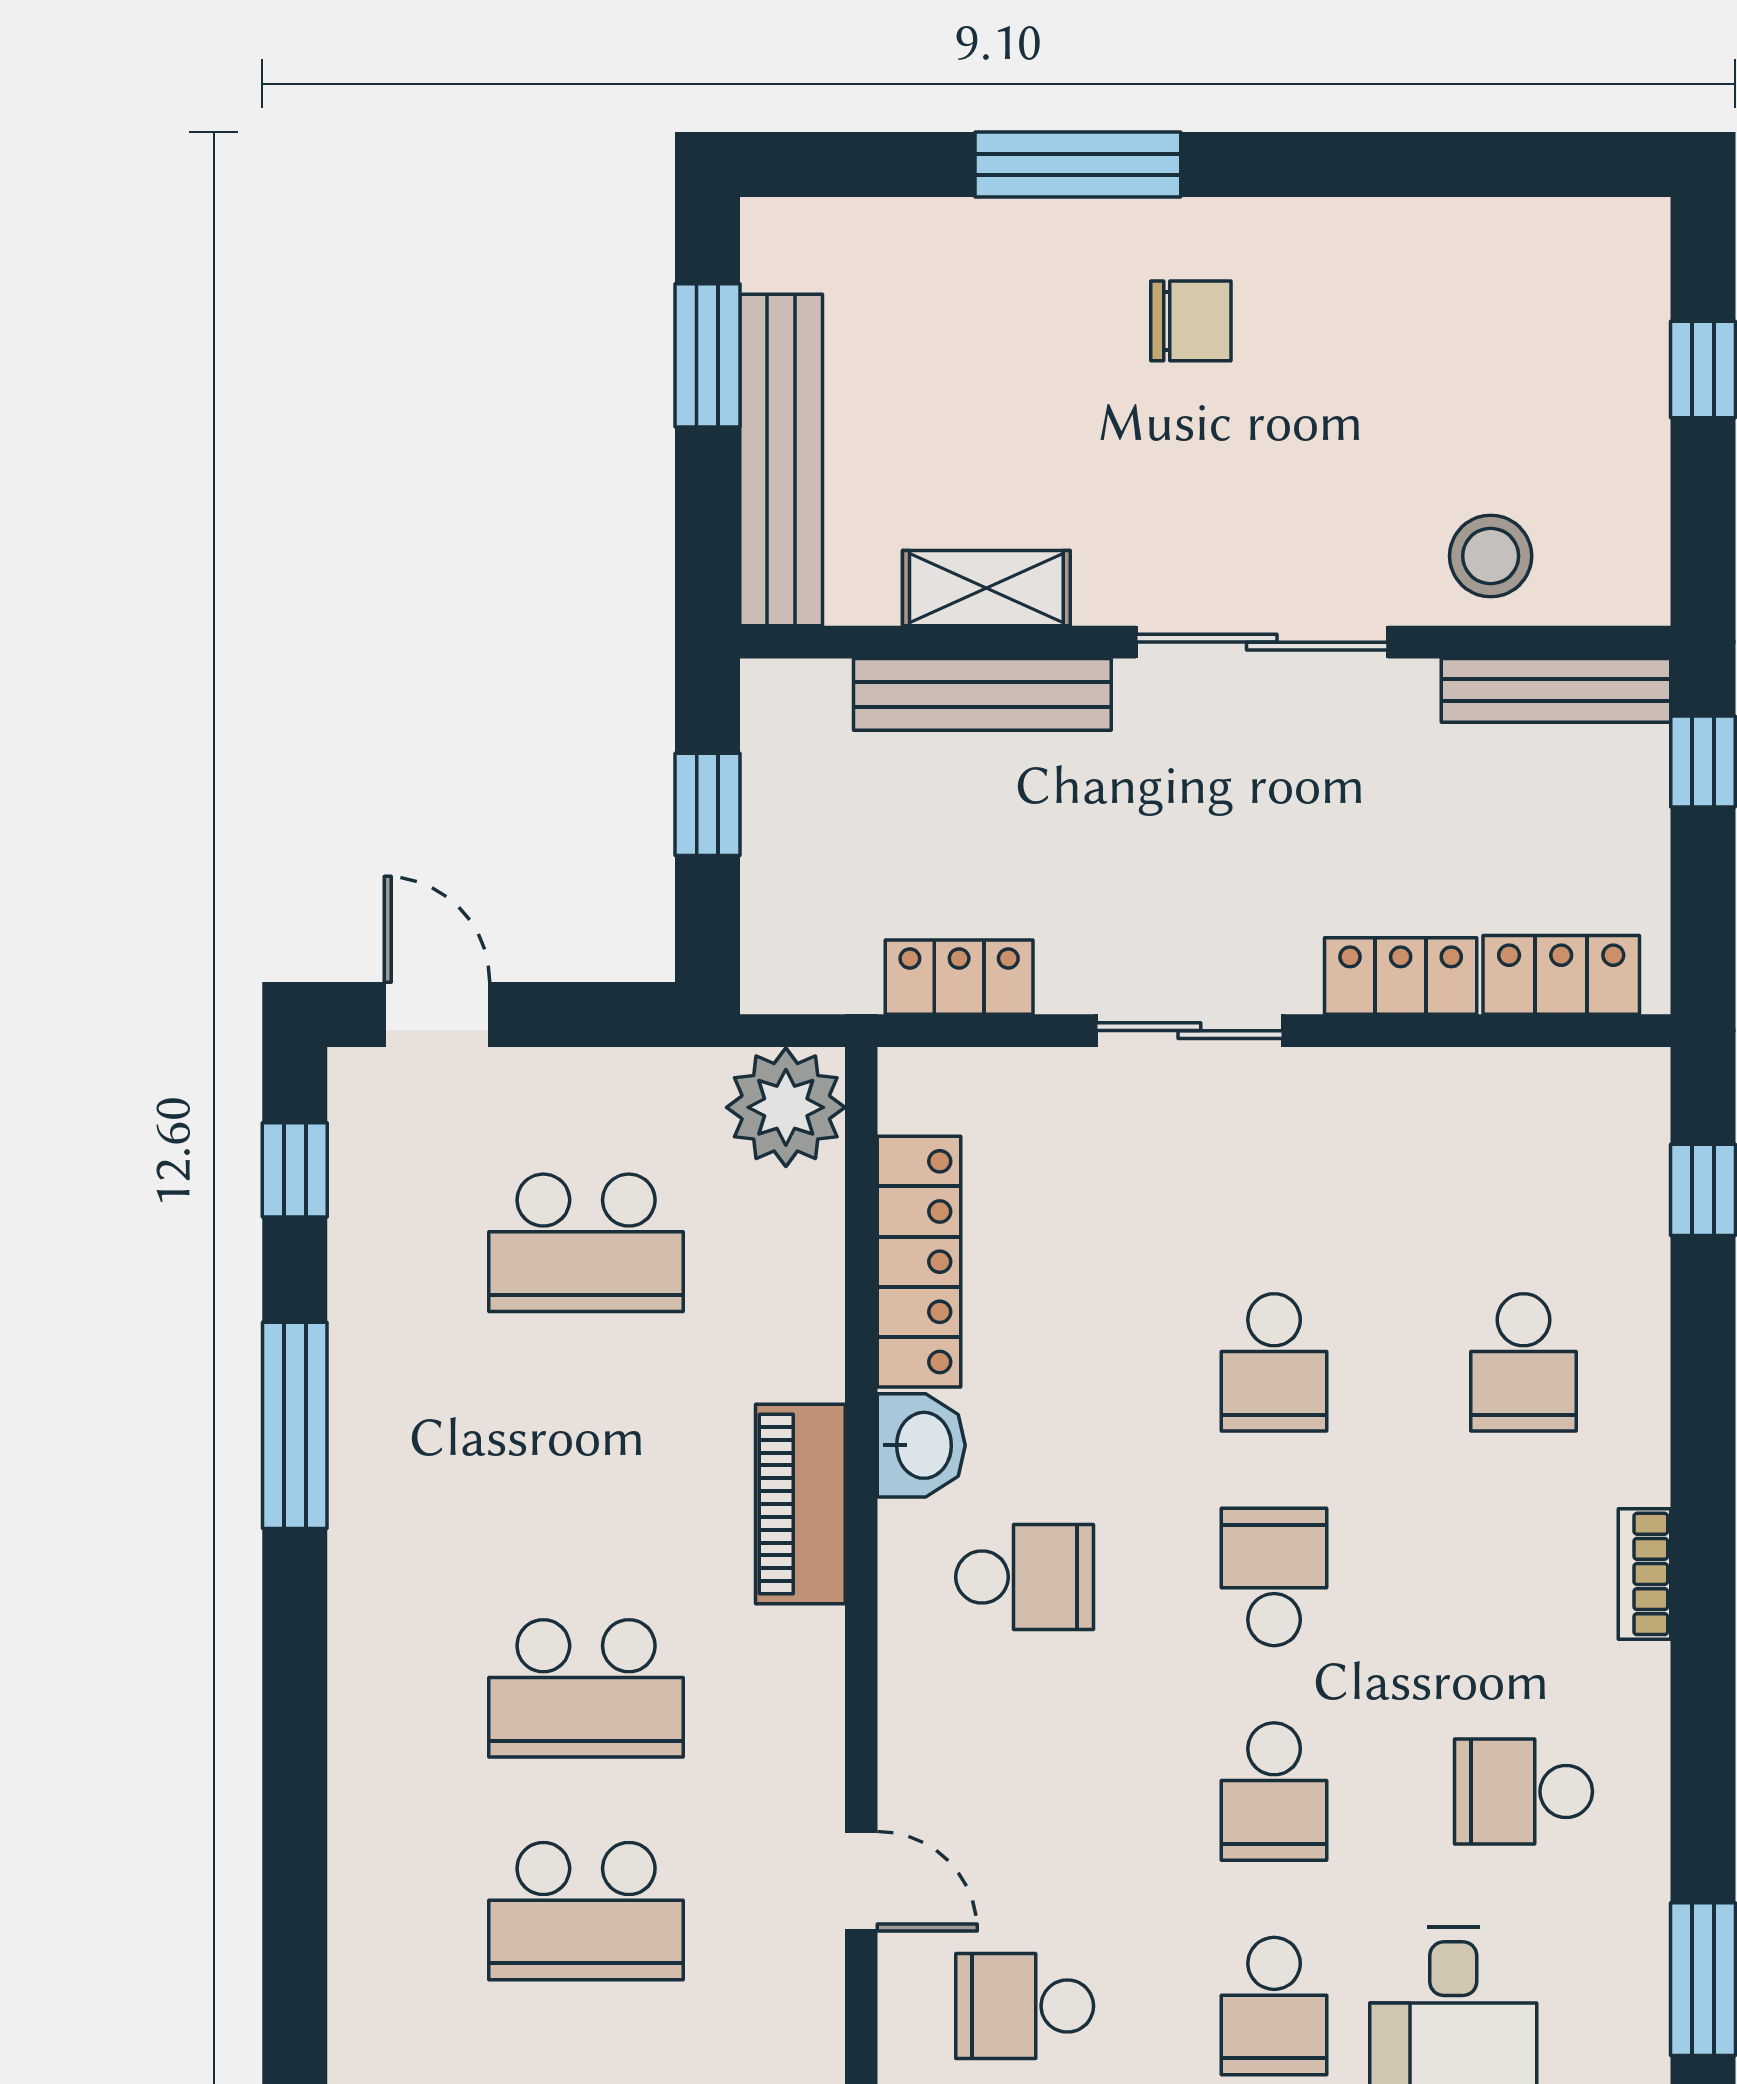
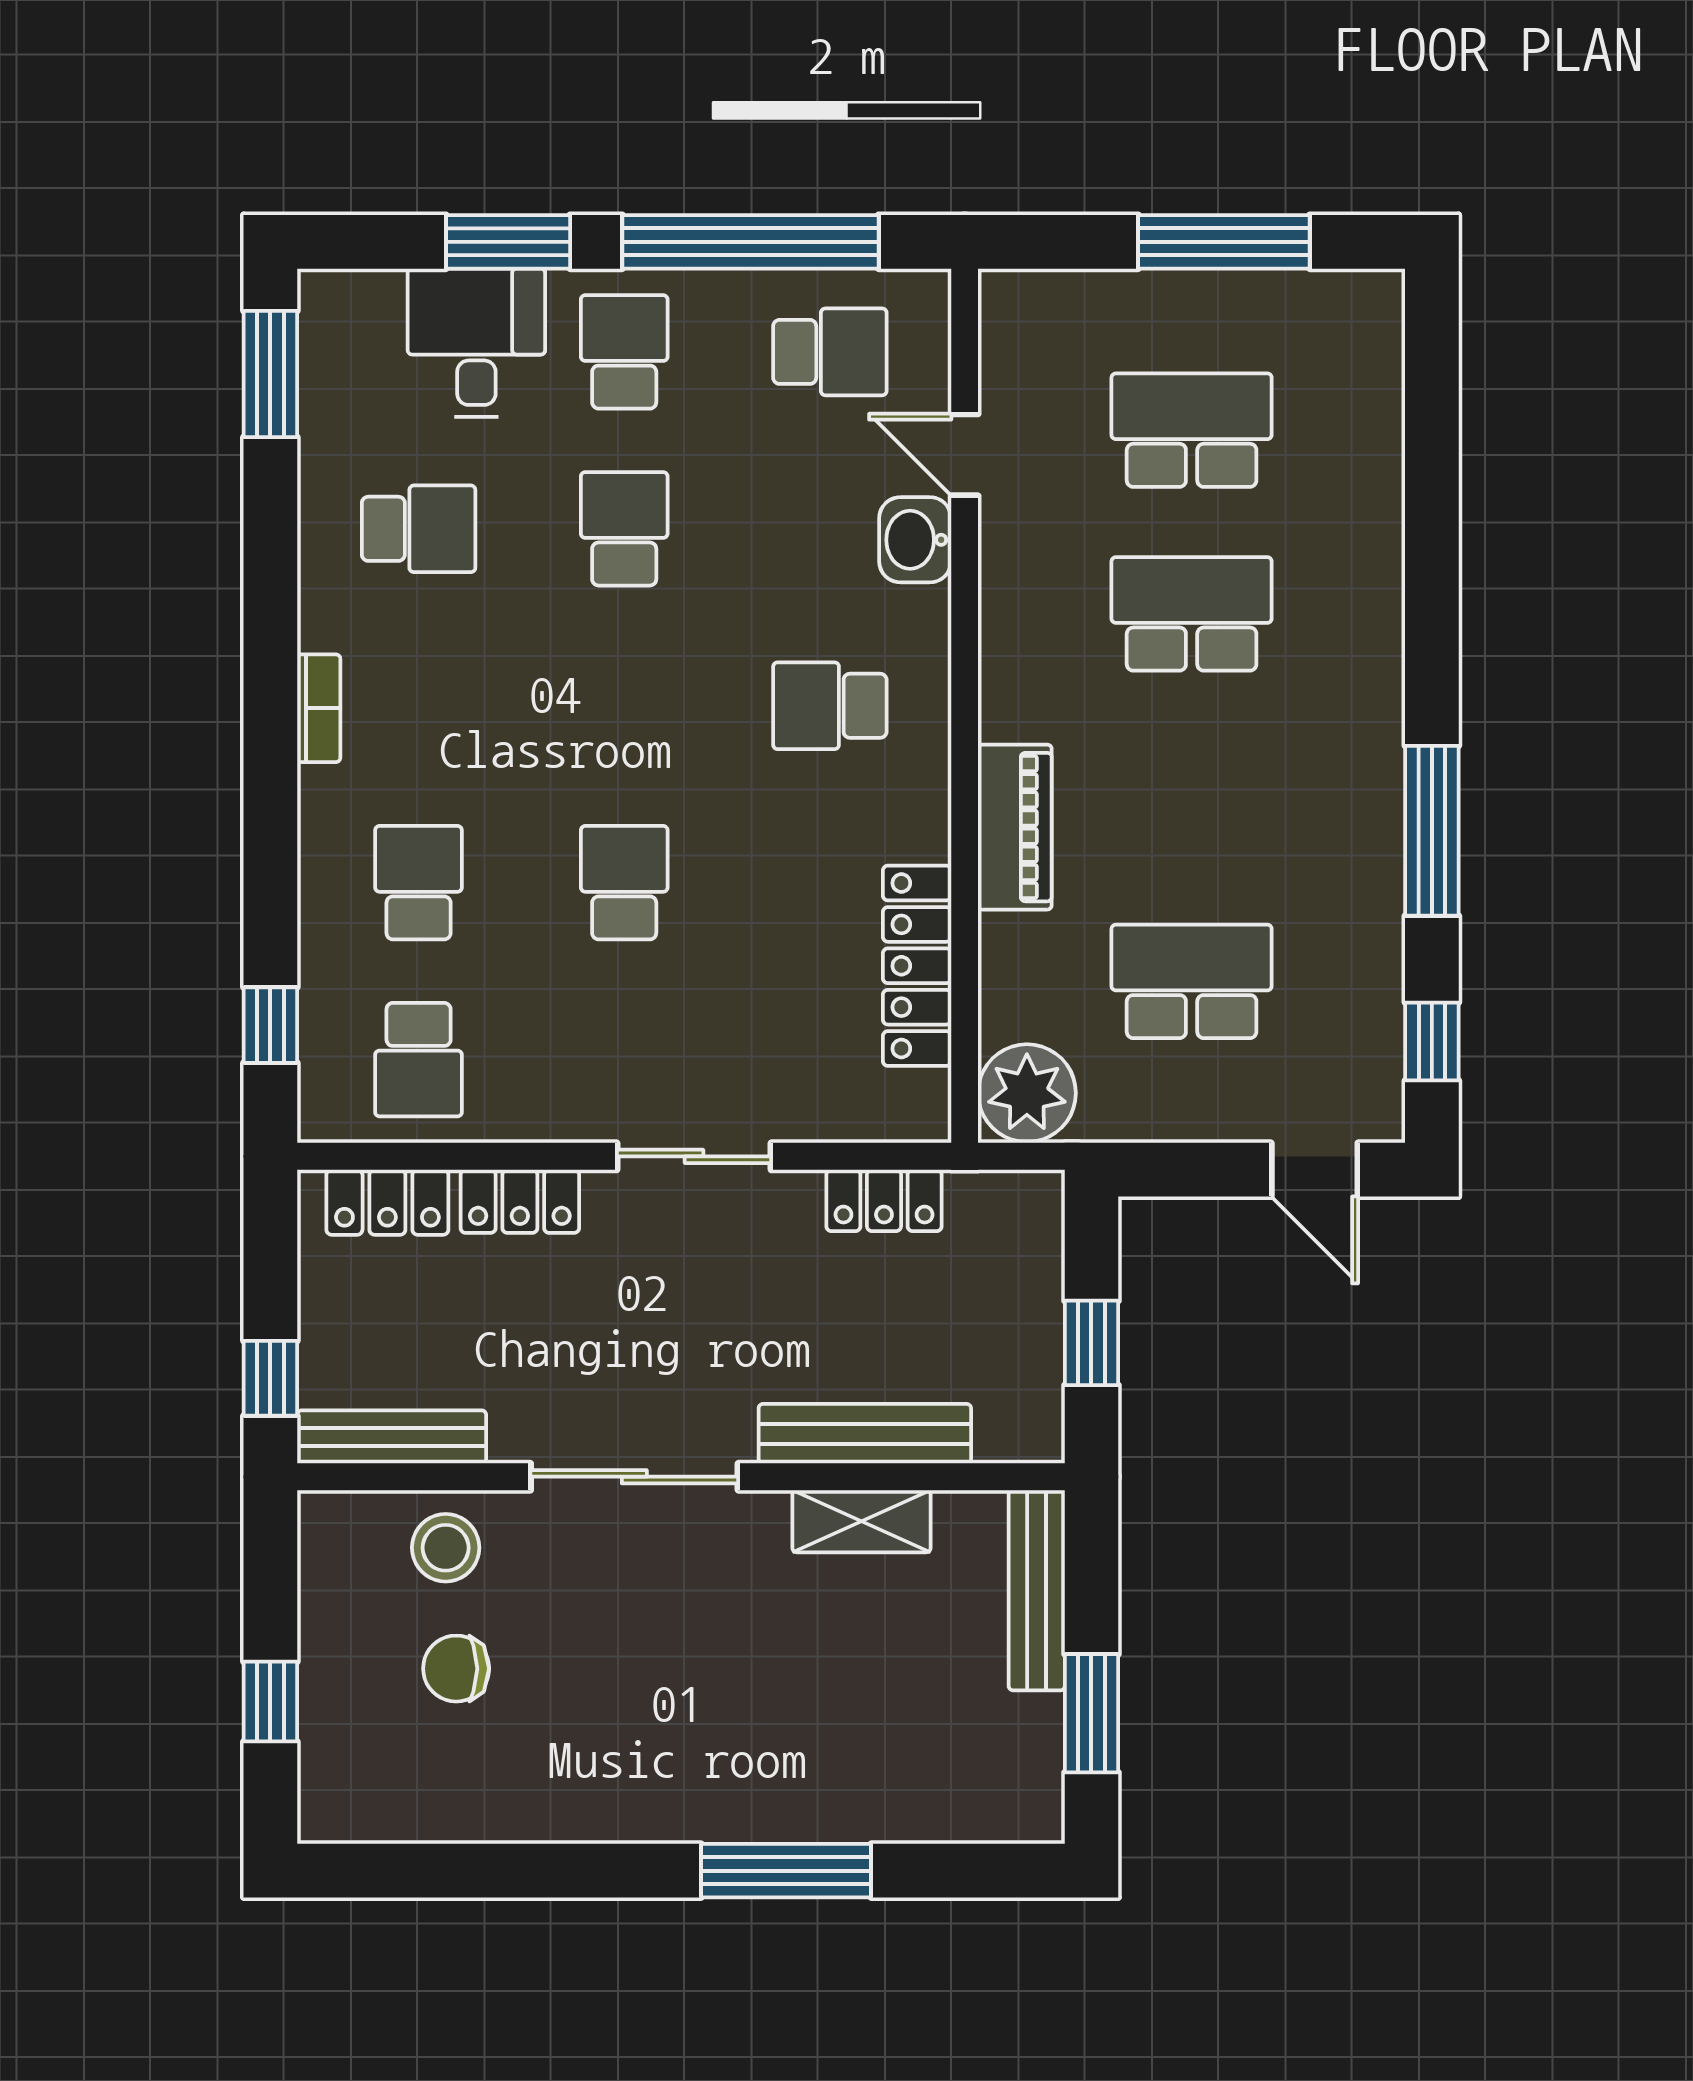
chair: (1191, 321) -> (456, 1669), moved
bench: (781, 460) -> (1037, 1590), width x0.73, depth x0.82
washbasin: (921, 1445) -> (915, 540), moved
piano: (800, 1504) -> (1015, 827), moved
school desk: (1274, 1577) -> (419, 1060), moved

